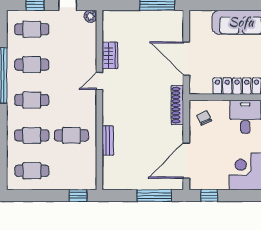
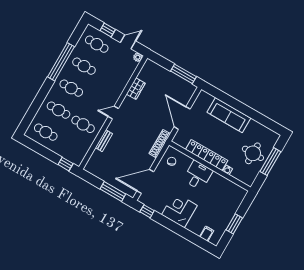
door: (99, 81) -> (113, 112), moved

